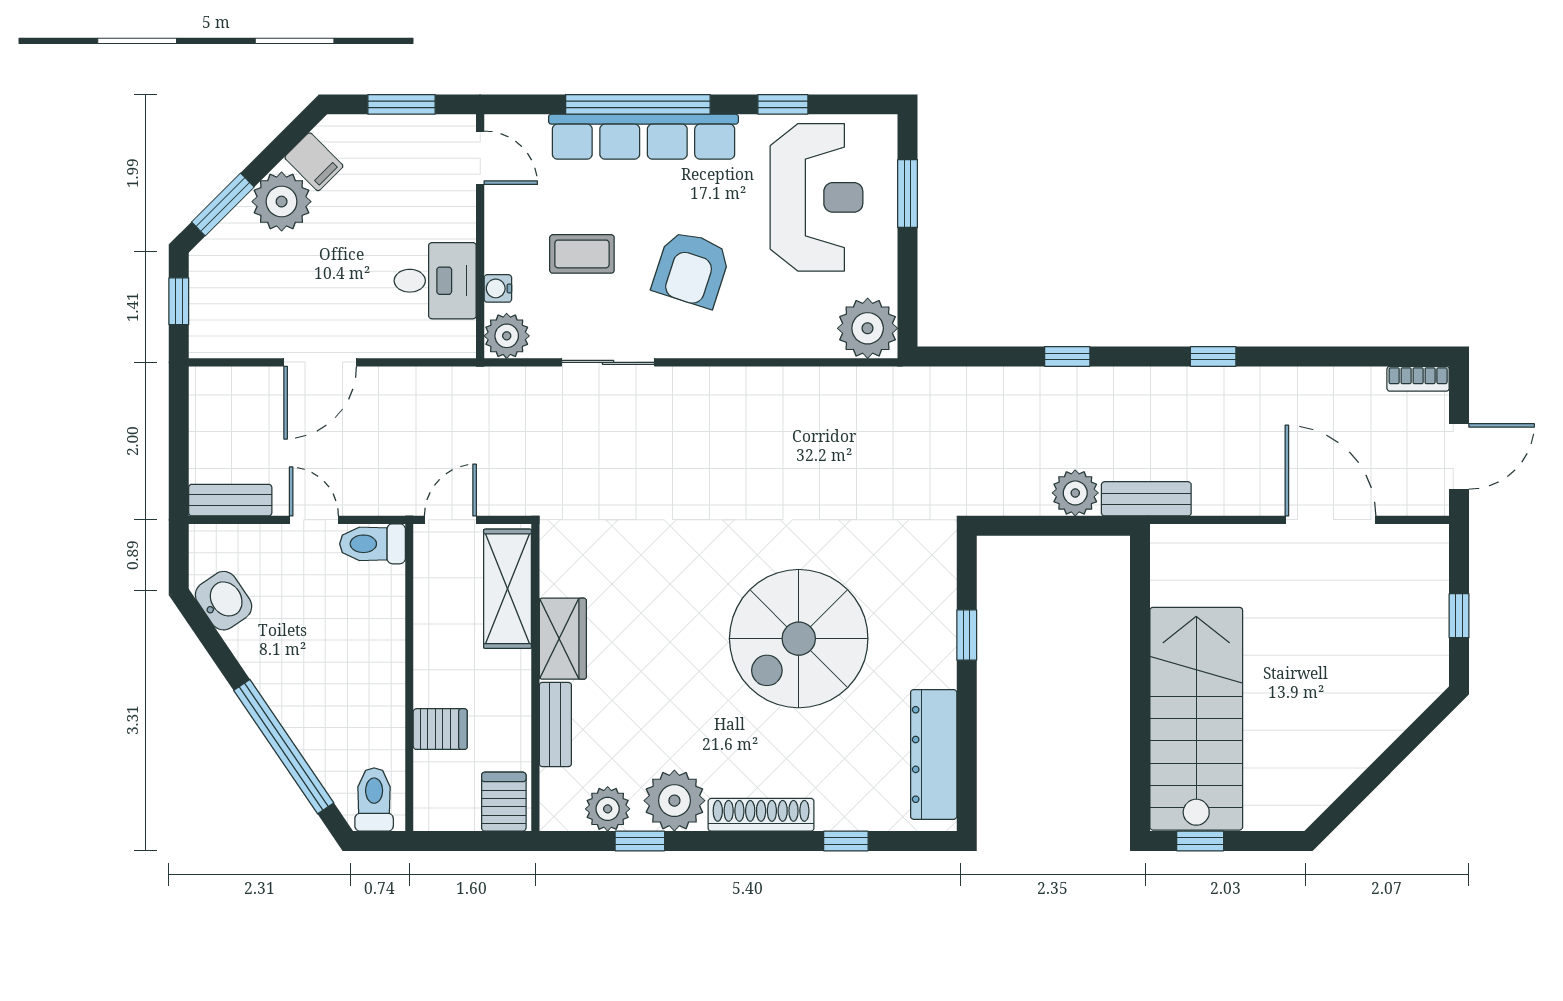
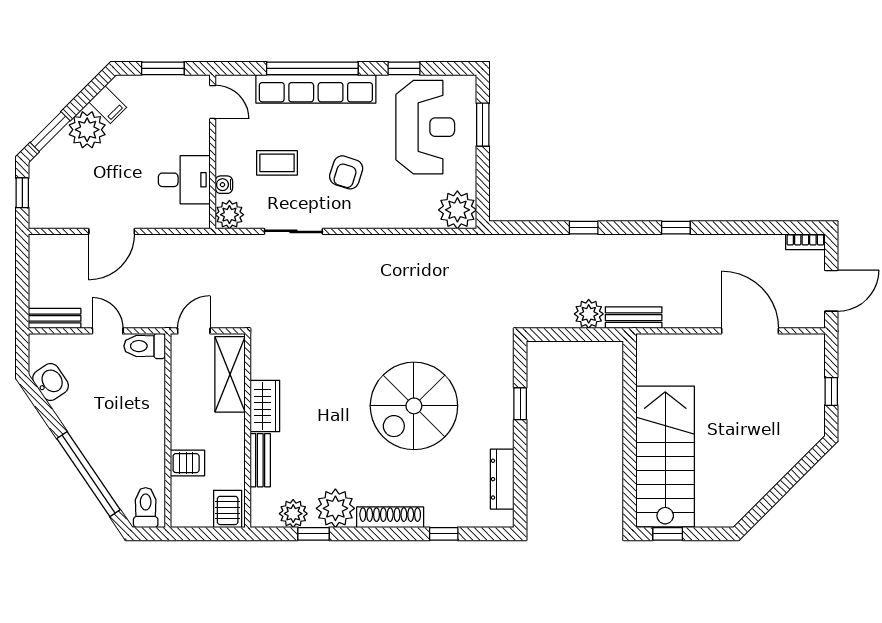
armchair: (691, 269) -> (346, 172), width x0.72, depth x0.72
dresser: (934, 754) -> (502, 479), width x0.73, depth x0.80

